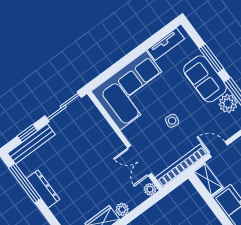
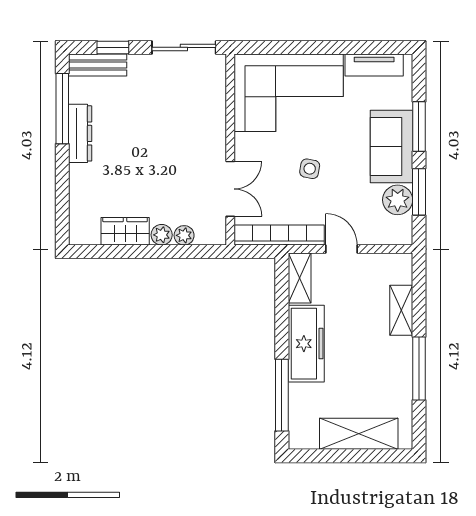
bench: (31, 144) -> (98, 65), width x0.73
double door: (140, 161) -> (230, 189), swing flipped
plant: (150, 189) -> (184, 235), moved

